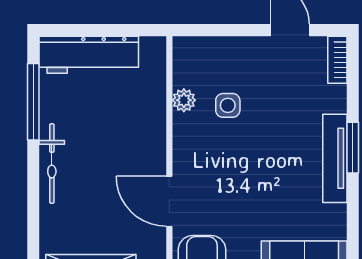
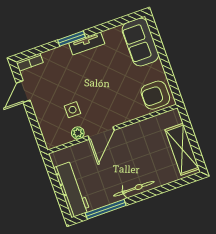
tv unit: (335, 158) -> (87, 43), width x0.71
door: (169, 201) -> (101, 133), moved

